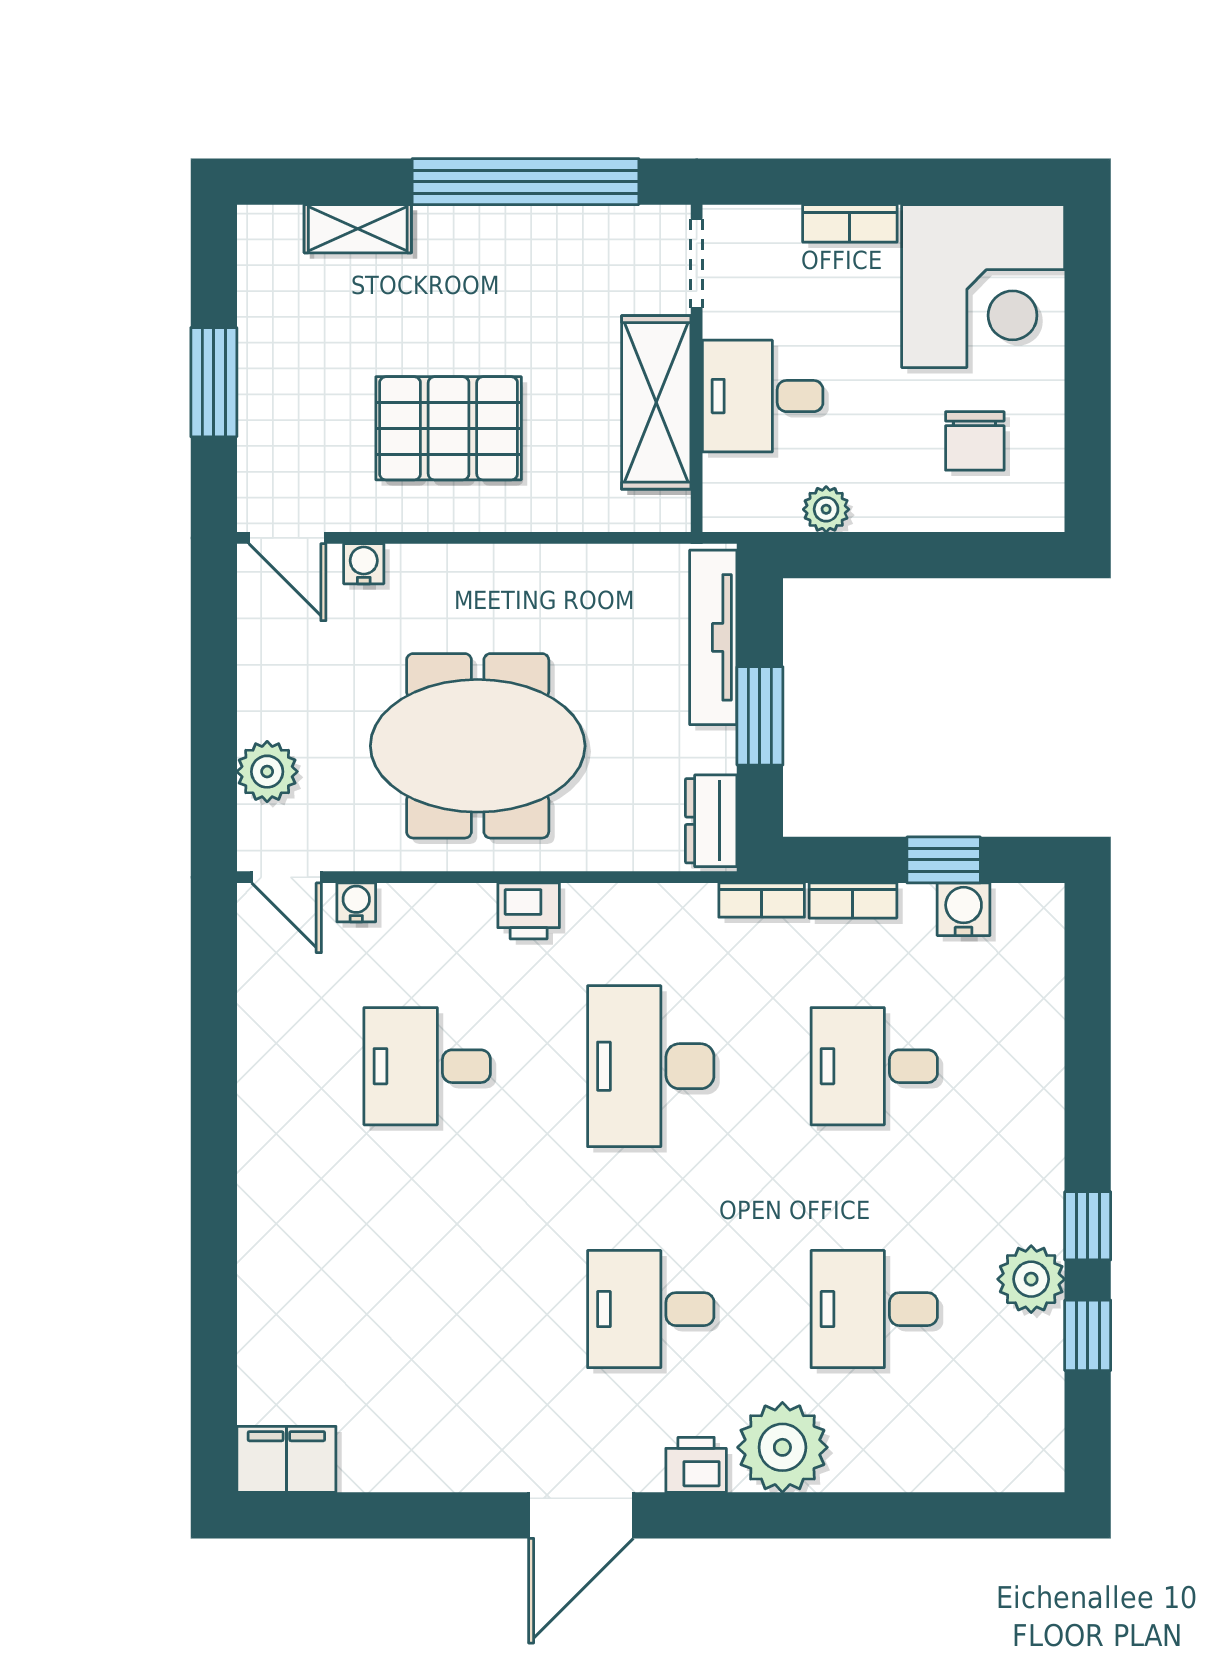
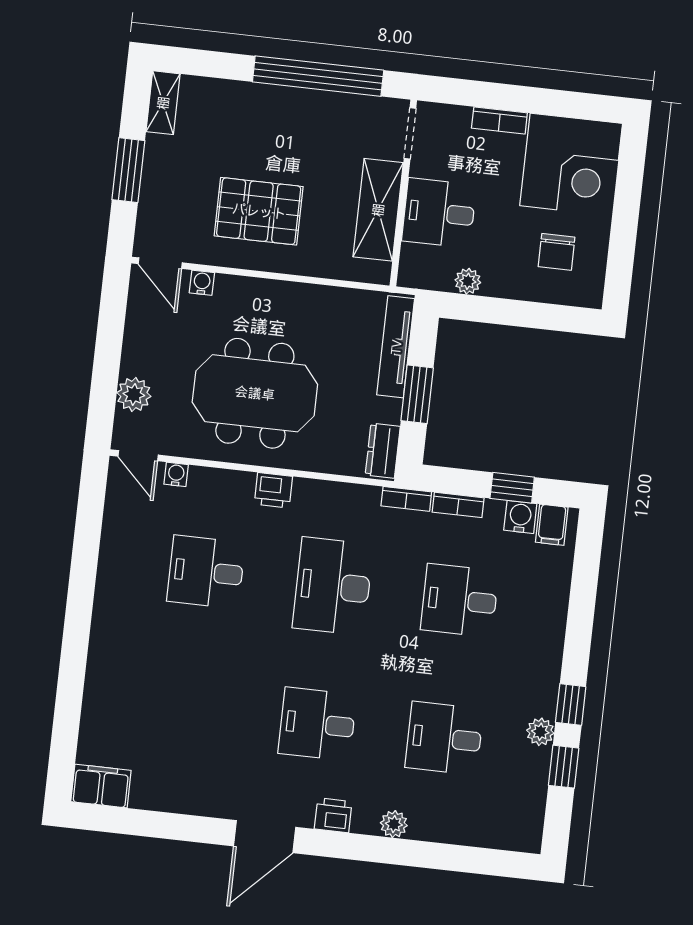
shelving: (358, 229) -> (163, 103), moved, turned 90
filing cabinet: (1020, 917) -> (552, 525), added
plant: (1031, 1279) -> (540, 732), width x0.73, depth x0.73
plant: (782, 1447) -> (394, 824), width x0.53, depth x0.53

